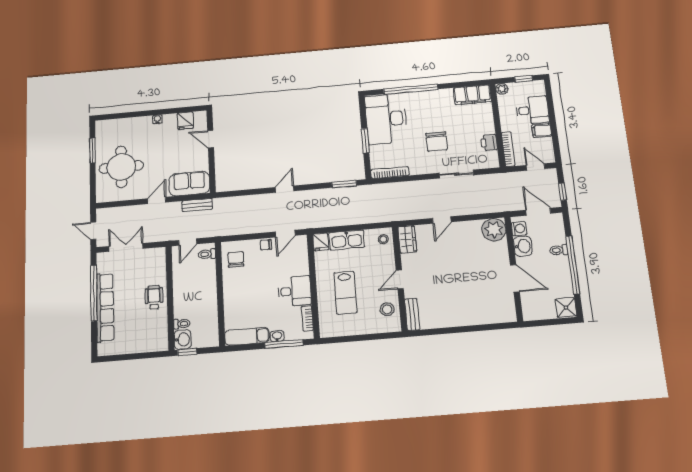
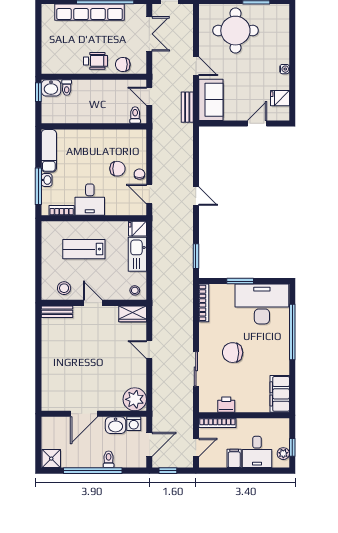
plant: (502, 89) -> (283, 454), moved
chair: (236, 259) -> (117, 169), moved
chair: (157, 270) -> (123, 64), added

